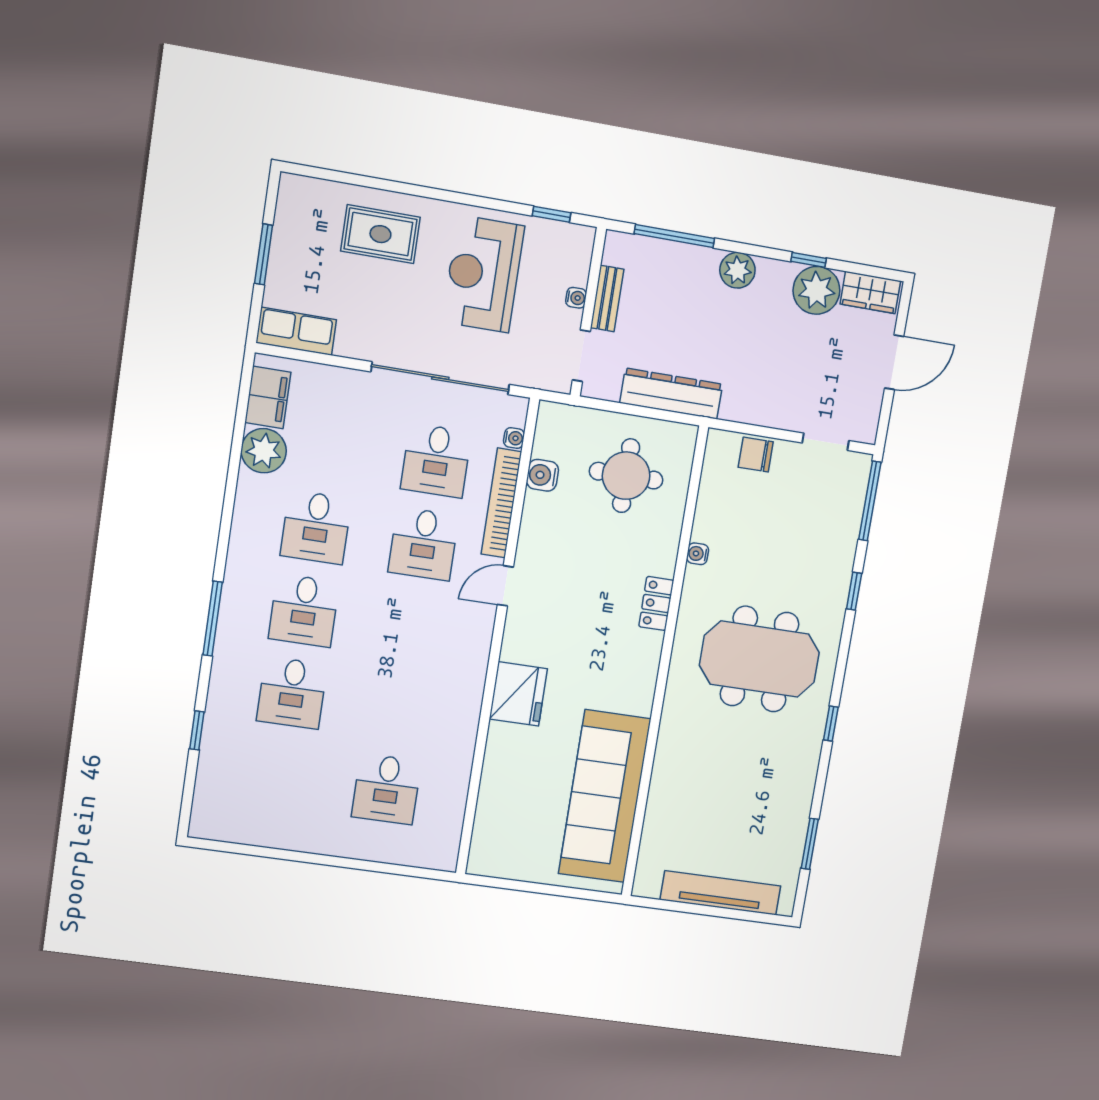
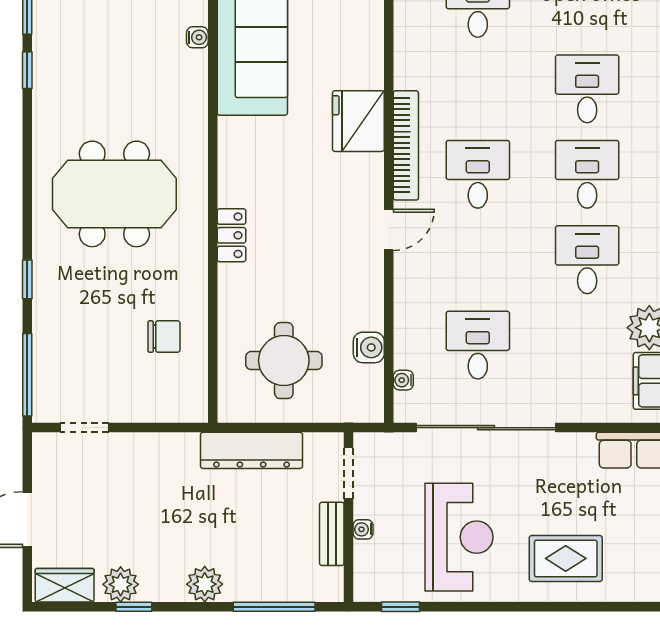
plant: (816, 290) -> (121, 584), width x0.73, depth x0.73
chair: (756, 454) -> (164, 337), moved
bookcase: (501, 503) -> (406, 145), moved
desk: (423, 544) -> (478, 174), moved
water cooler: (698, 554) -> (197, 37), moved
window: (831, 723) -> (27, 70), moved

